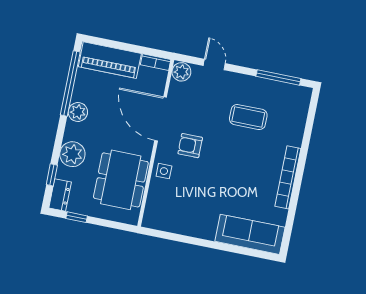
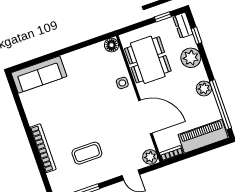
armchair: (190, 146) -> (115, 111), removed
bookcase: (288, 177) -> (43, 148), moved
floor lamp: (151, 220) -> (112, 45), added

